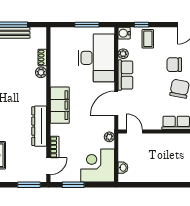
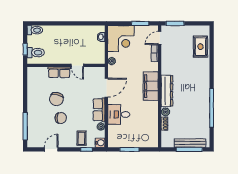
desk: (96, 58) -> (119, 114), width x0.53, depth x0.77
dresser: (39, 126) -> (167, 91), moved
door: (134, 132) -> (77, 65), moved

